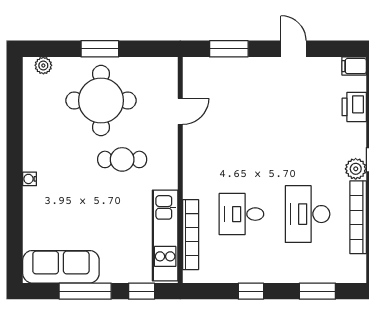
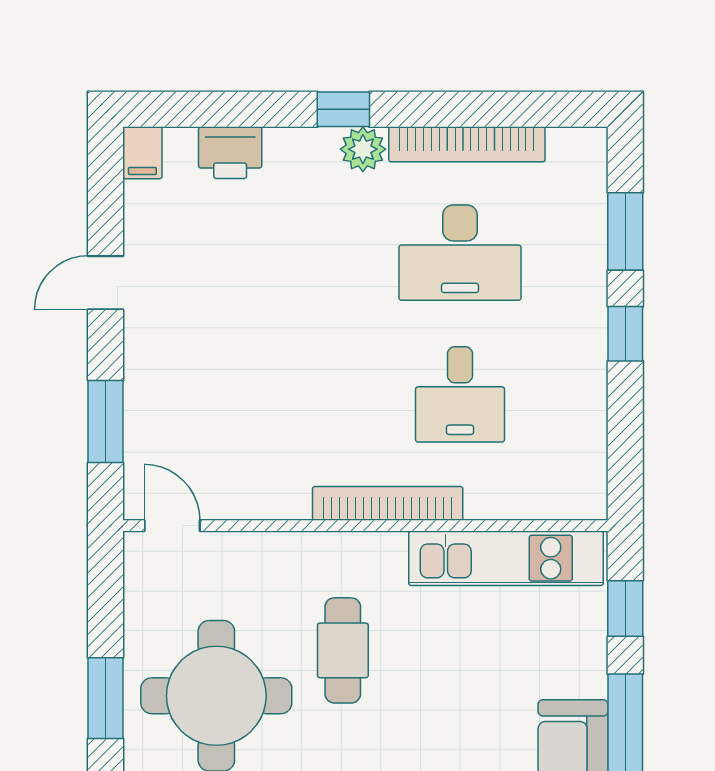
door: (180, 111) -> (172, 526), moved
bookcase: (191, 235) -> (388, 503), moved
window: (251, 291) -> (625, 334), moved

